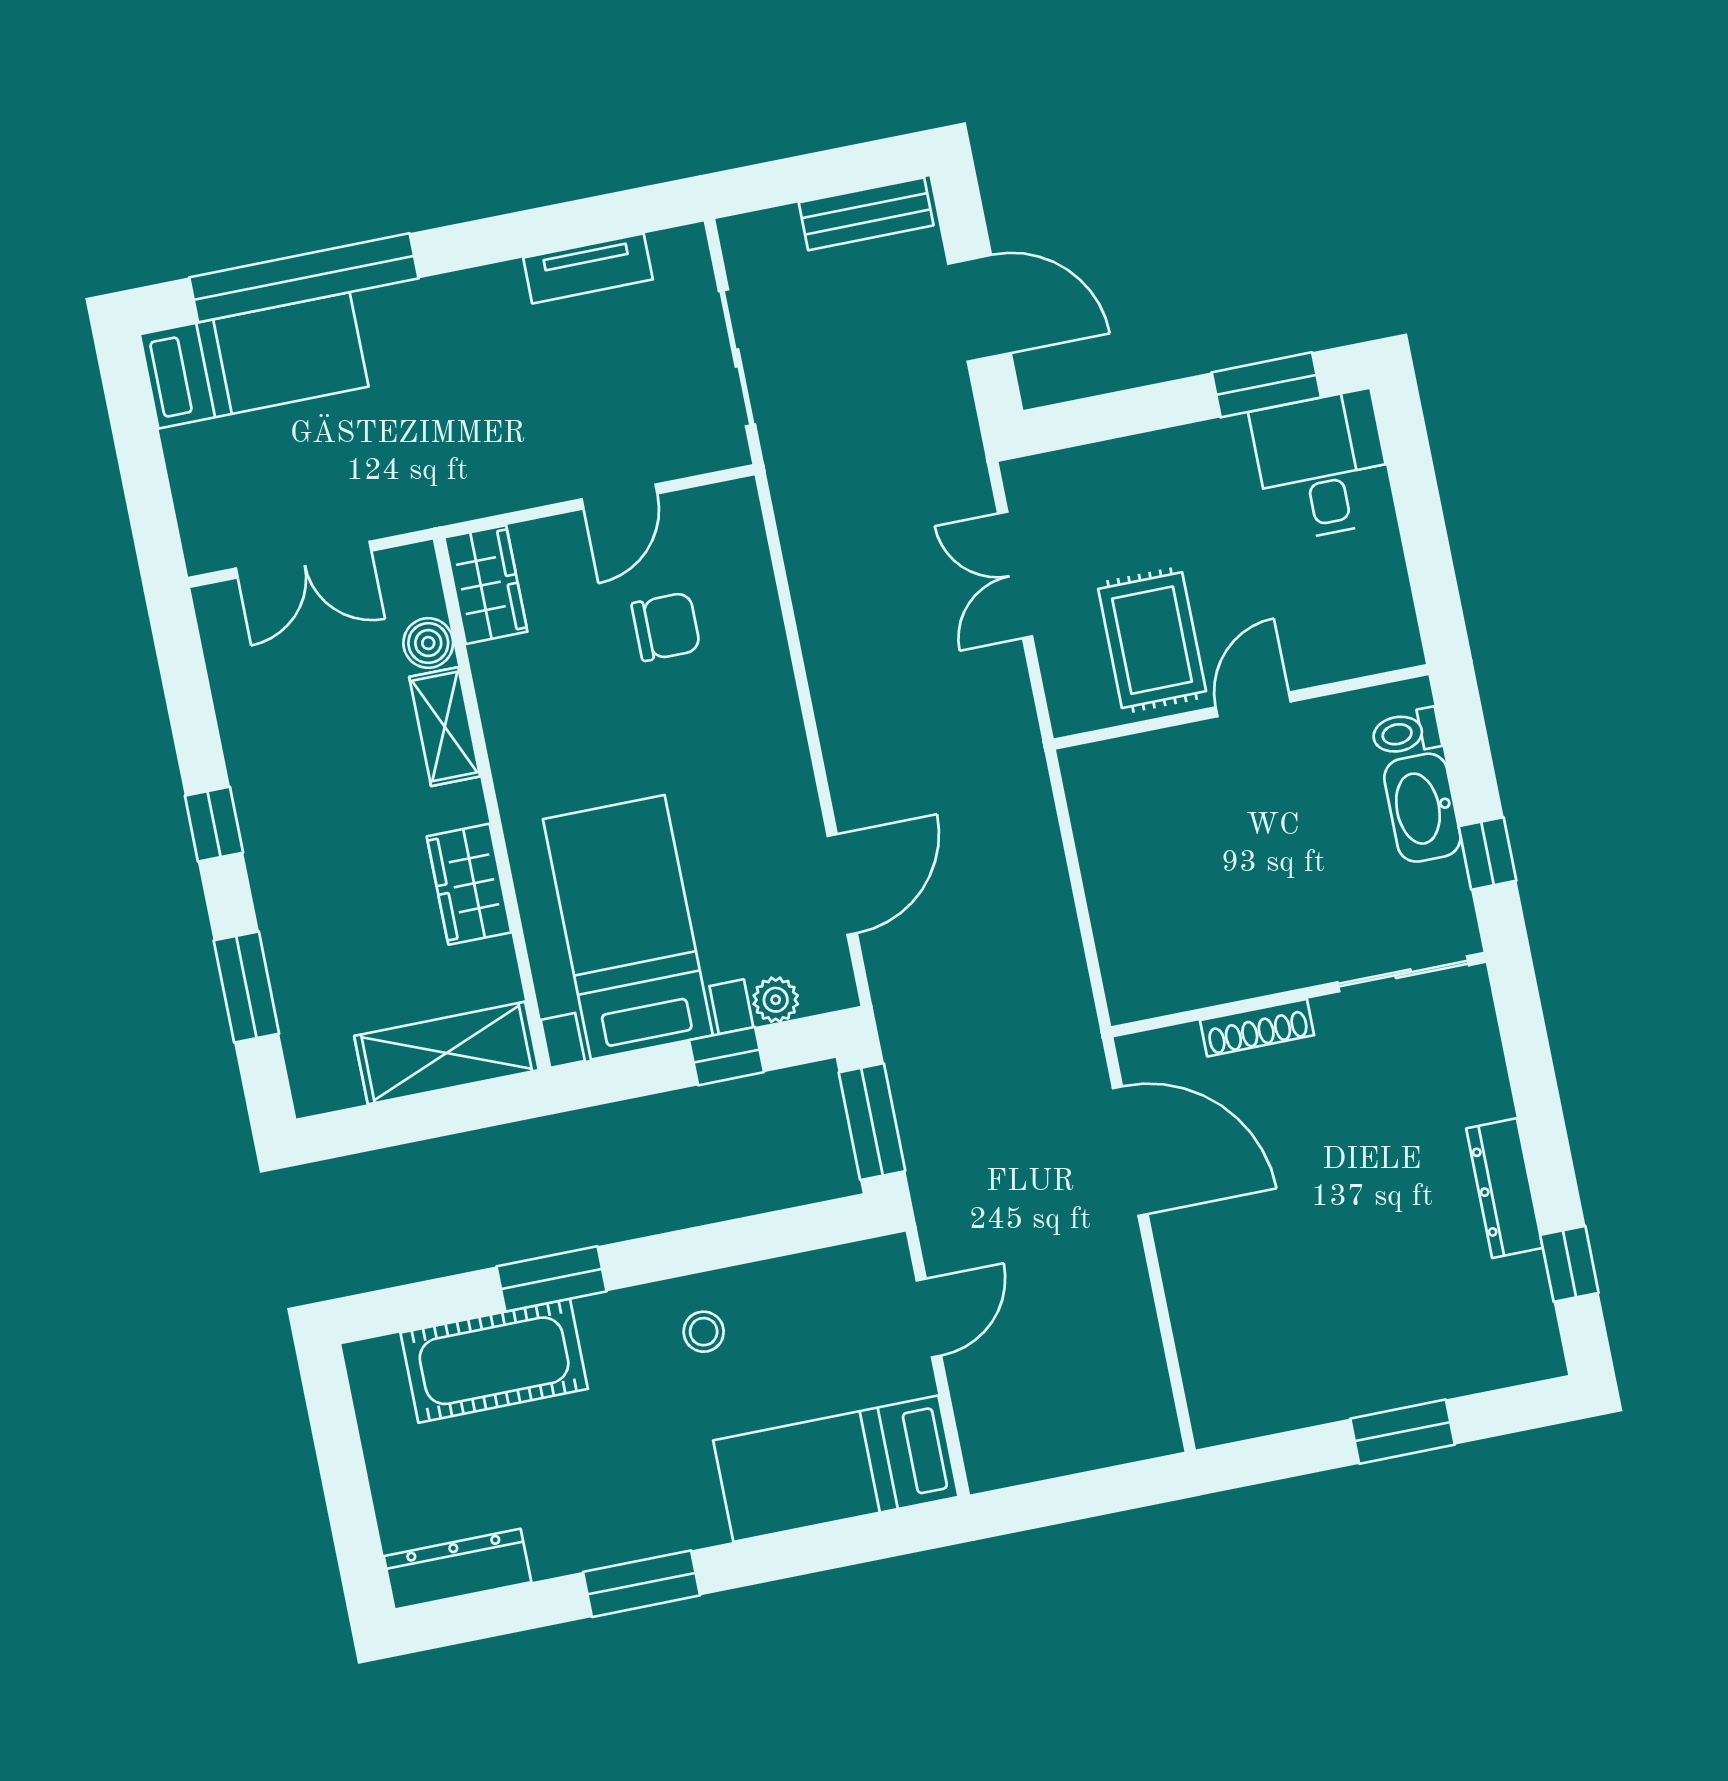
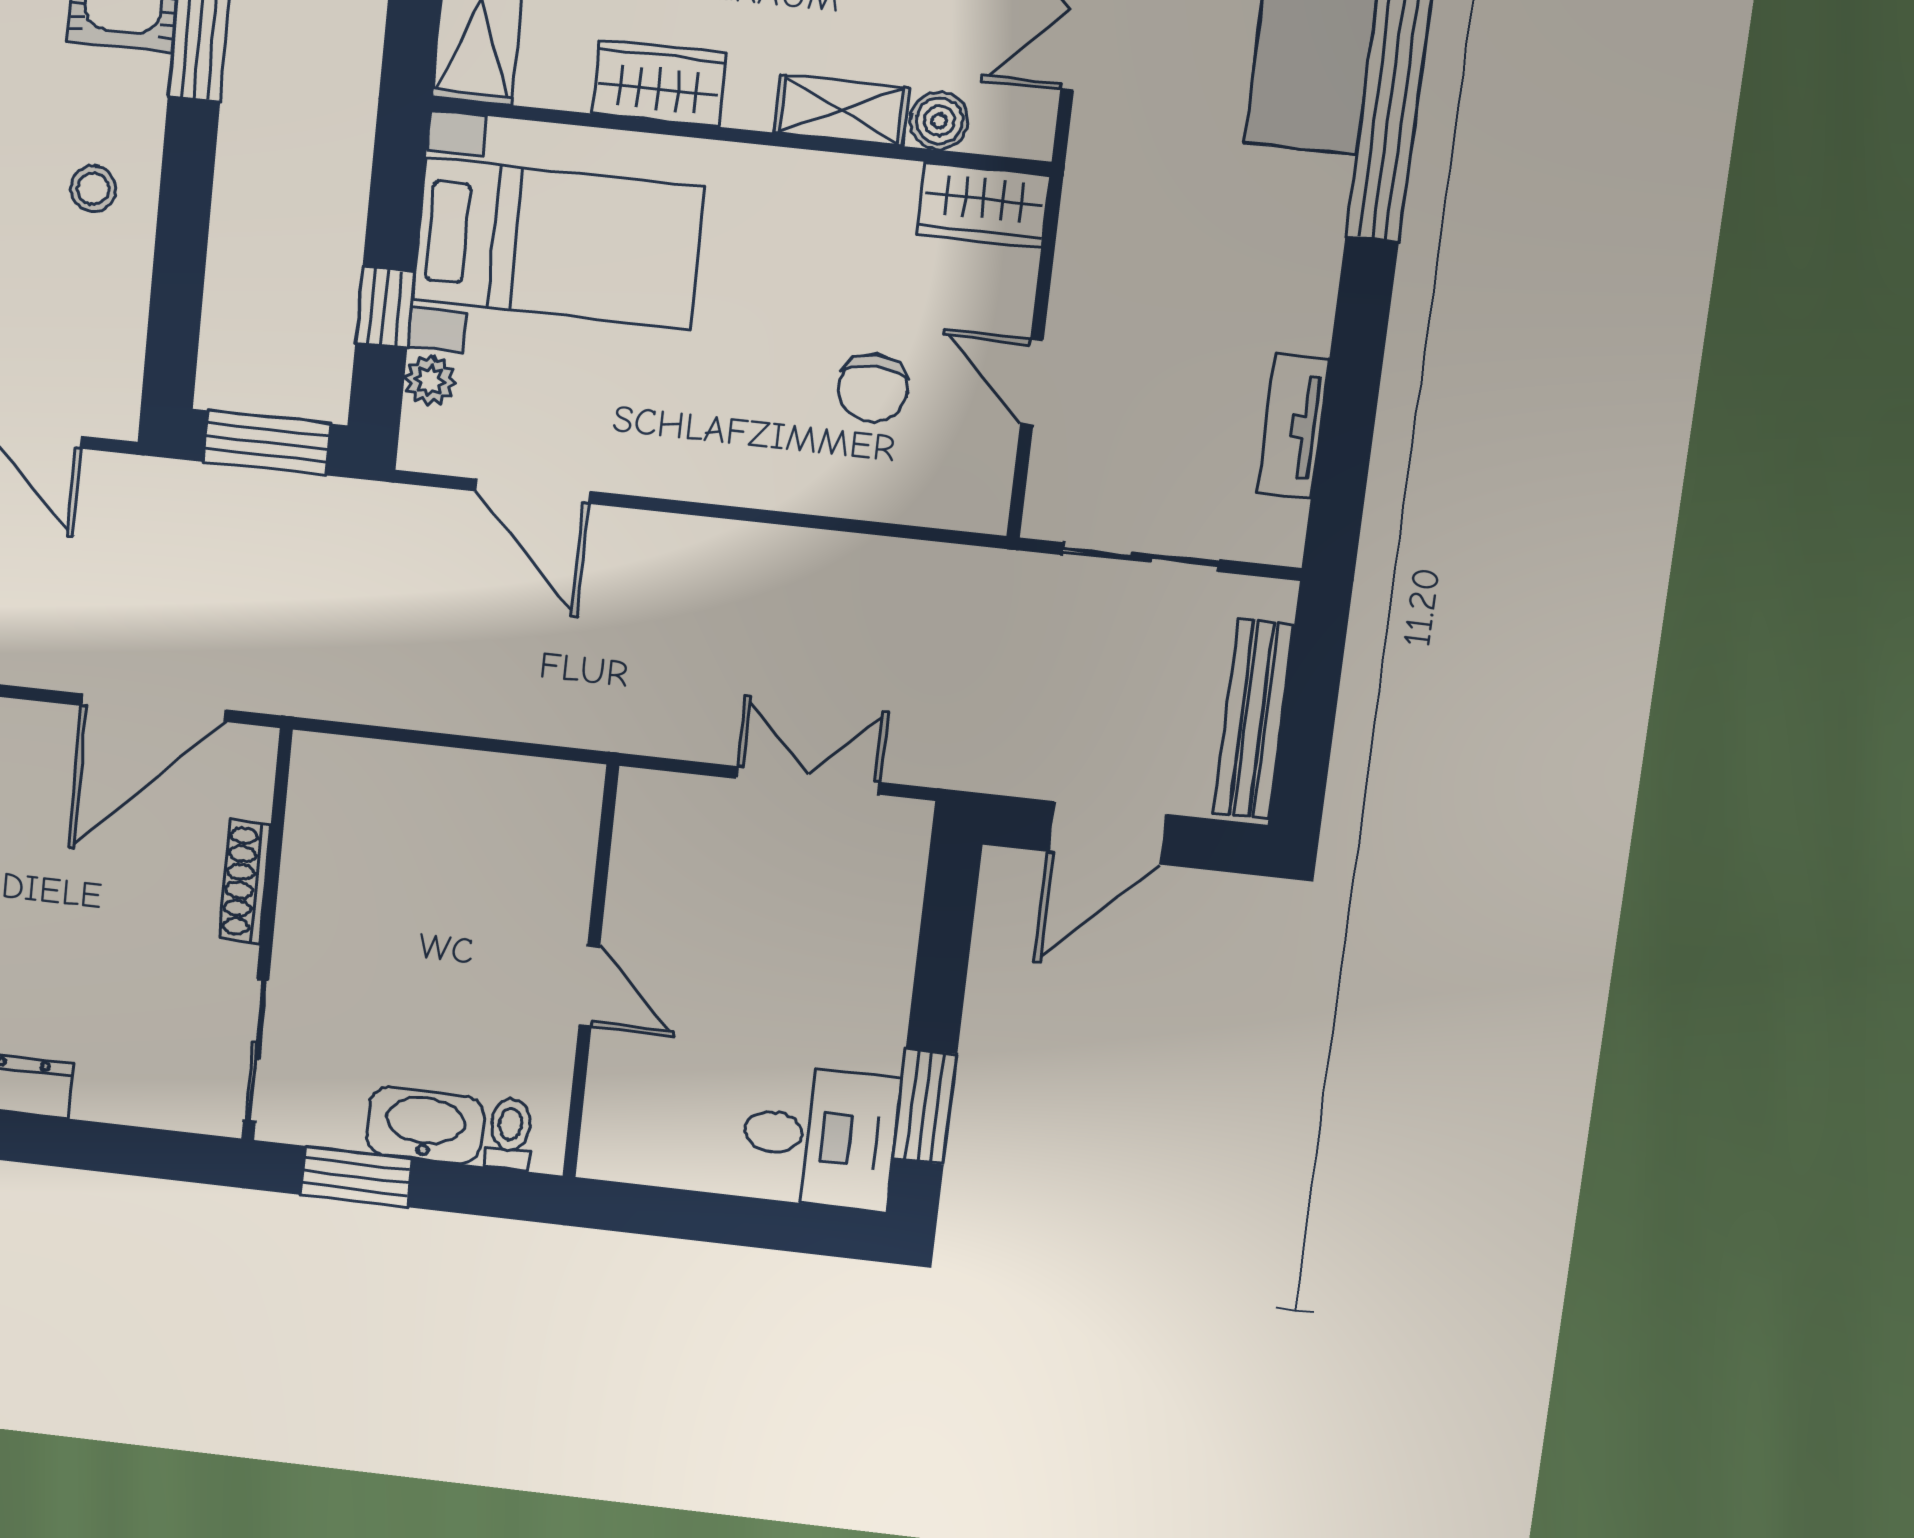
bench: (866, 214) -> (1254, 719), width x1.36
rug: (1152, 640) -> (692, 902), removed
window: (1487, 853) -> (356, 1177), width x1.50

